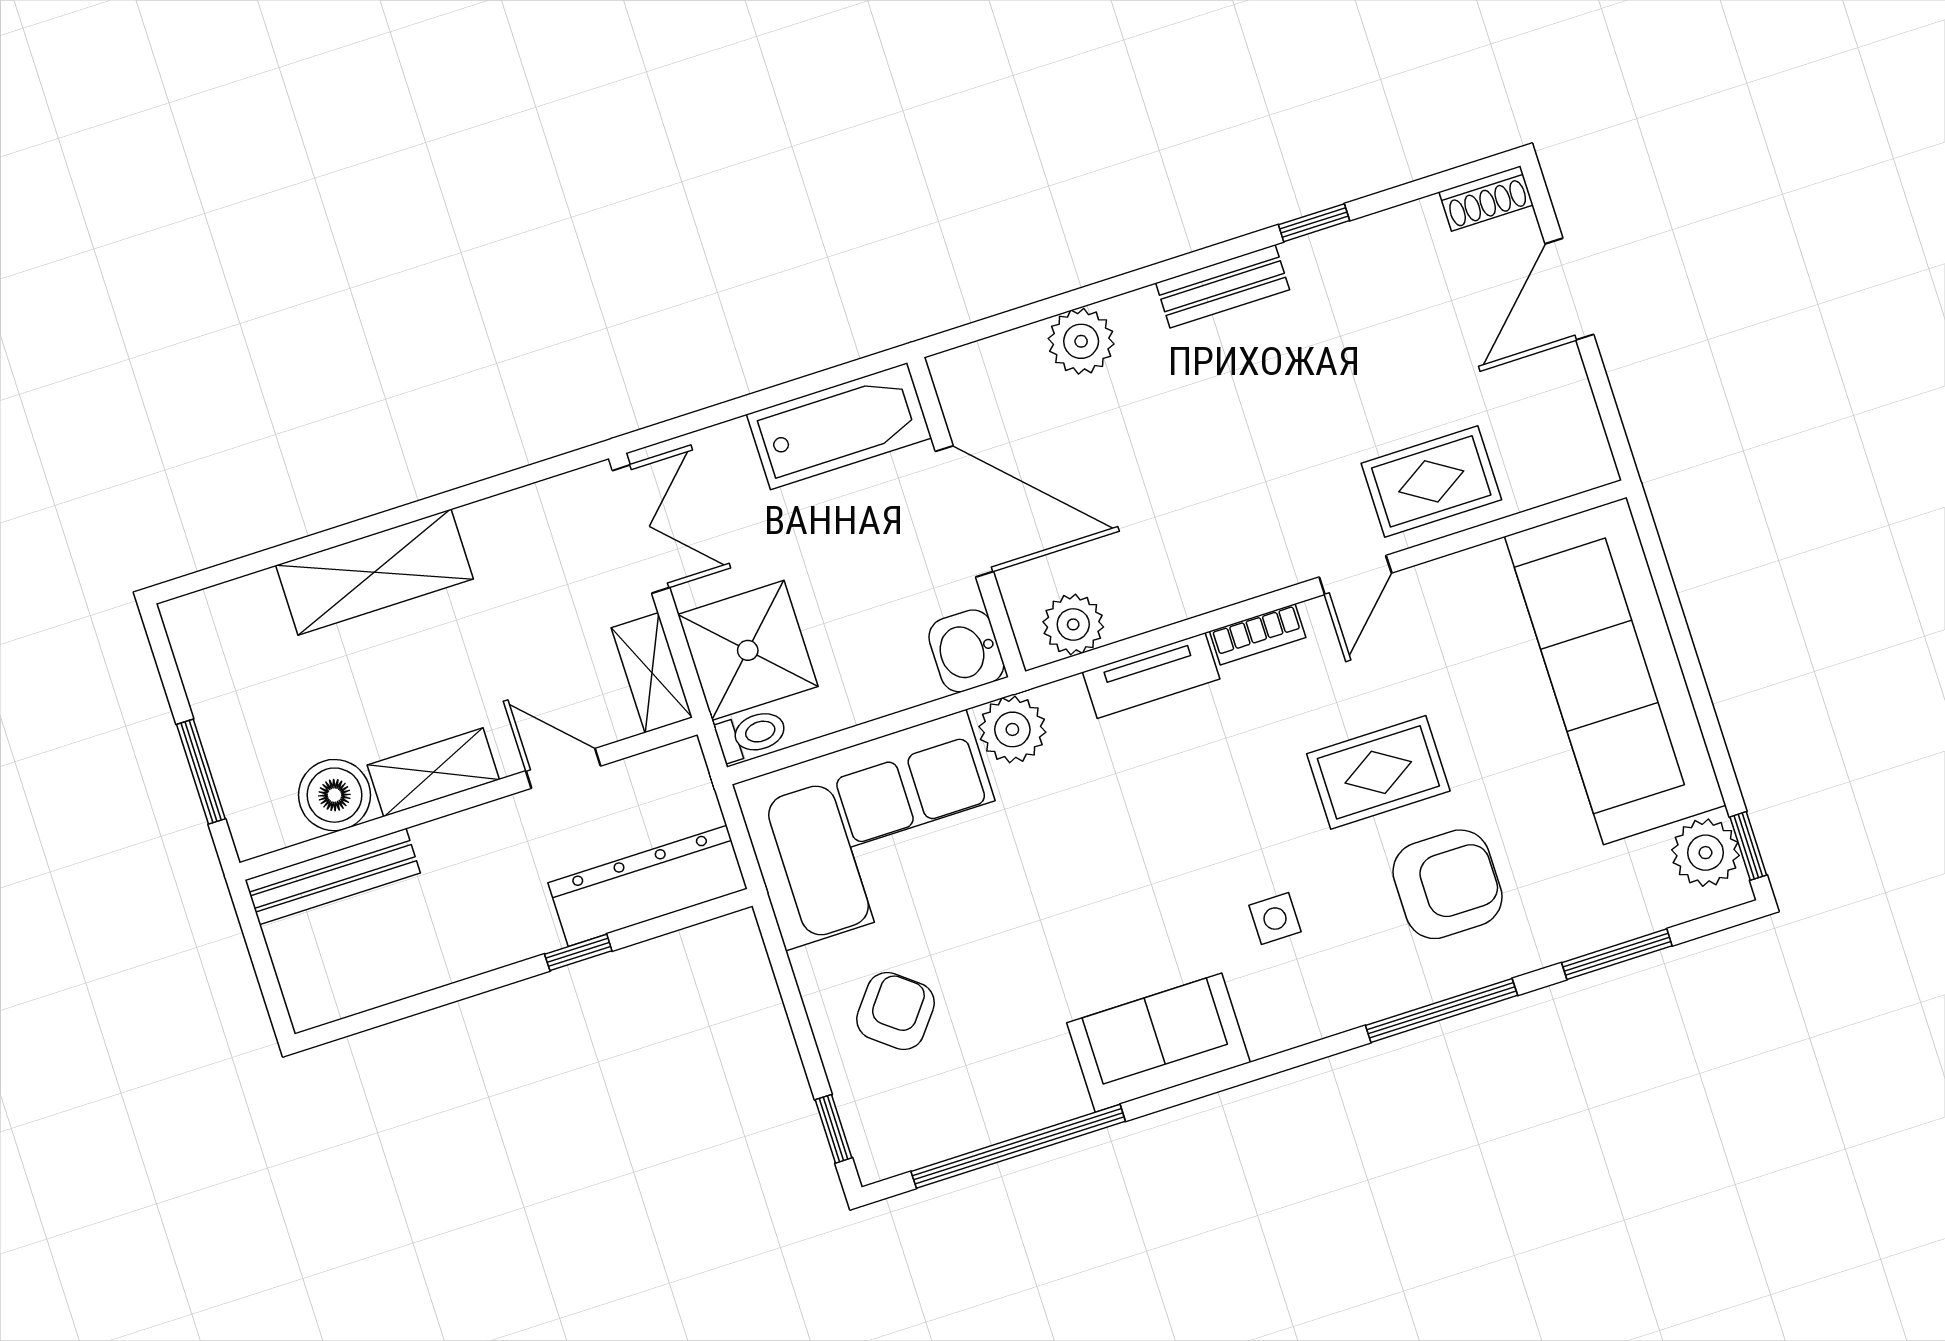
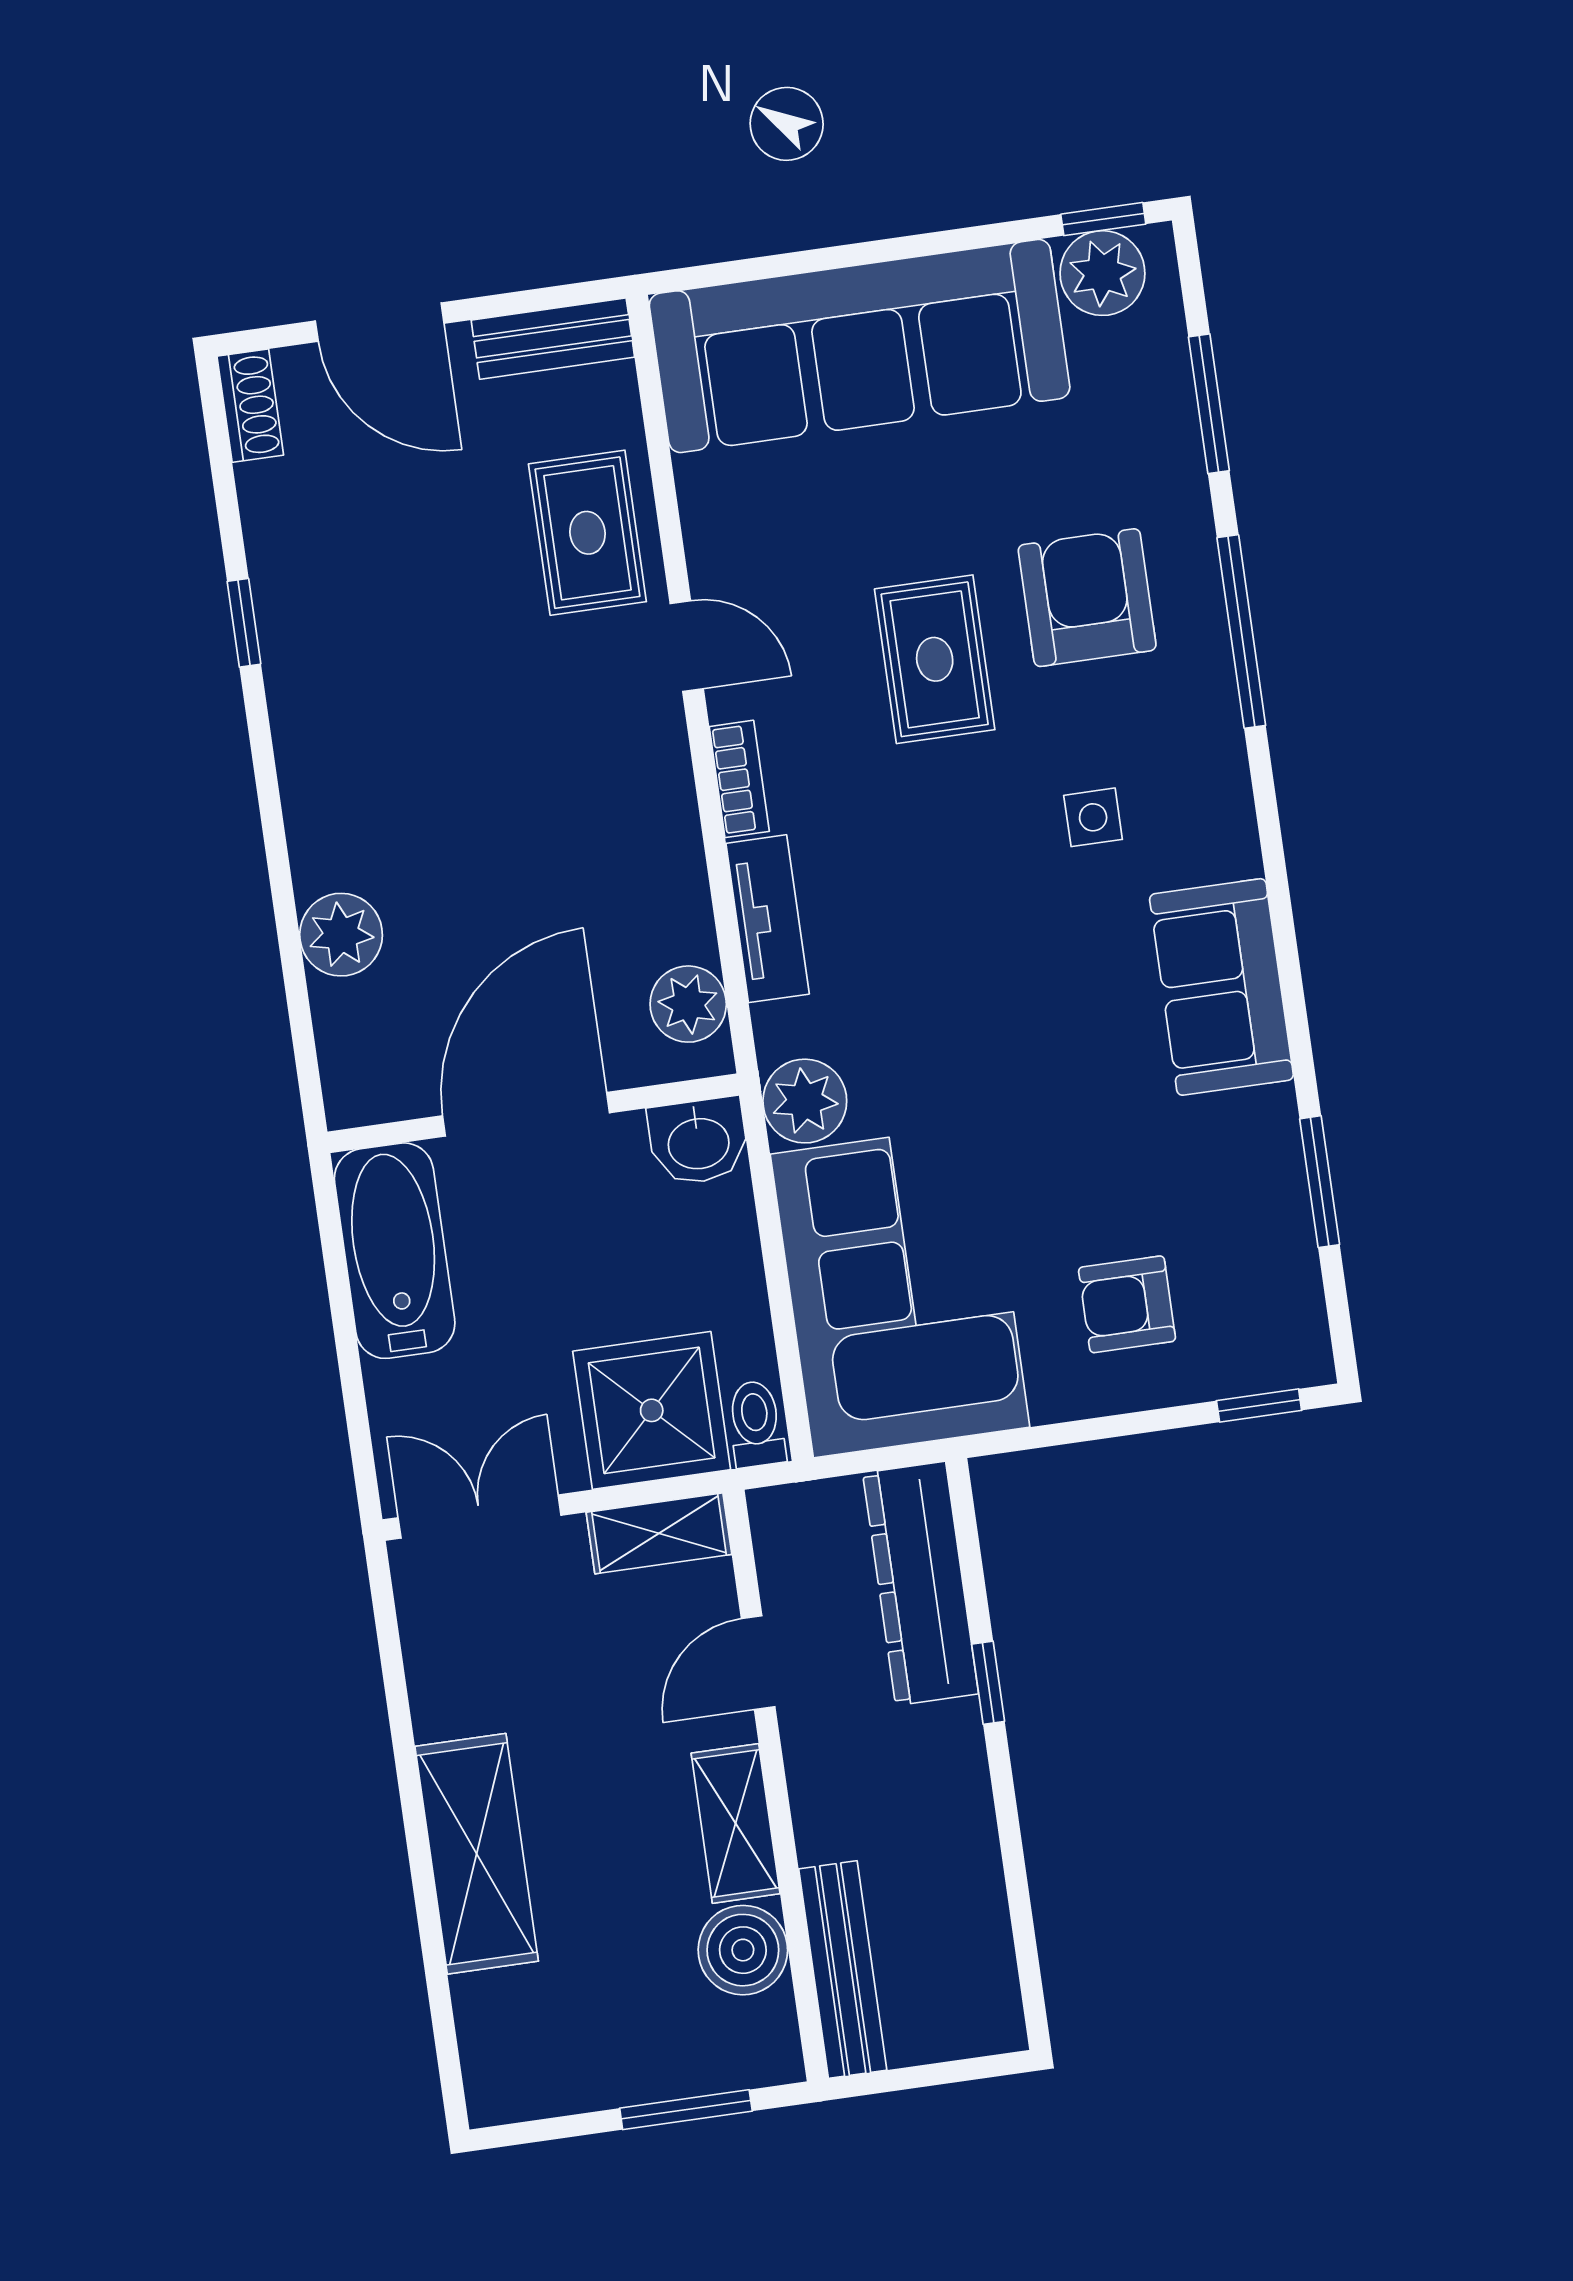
bench: (1223, 286) -> (553, 339), moved, turned 90
armchair: (896, 1011) -> (1127, 1304), turned -38
window: (1018, 1146) -> (1320, 1182), width x0.47

